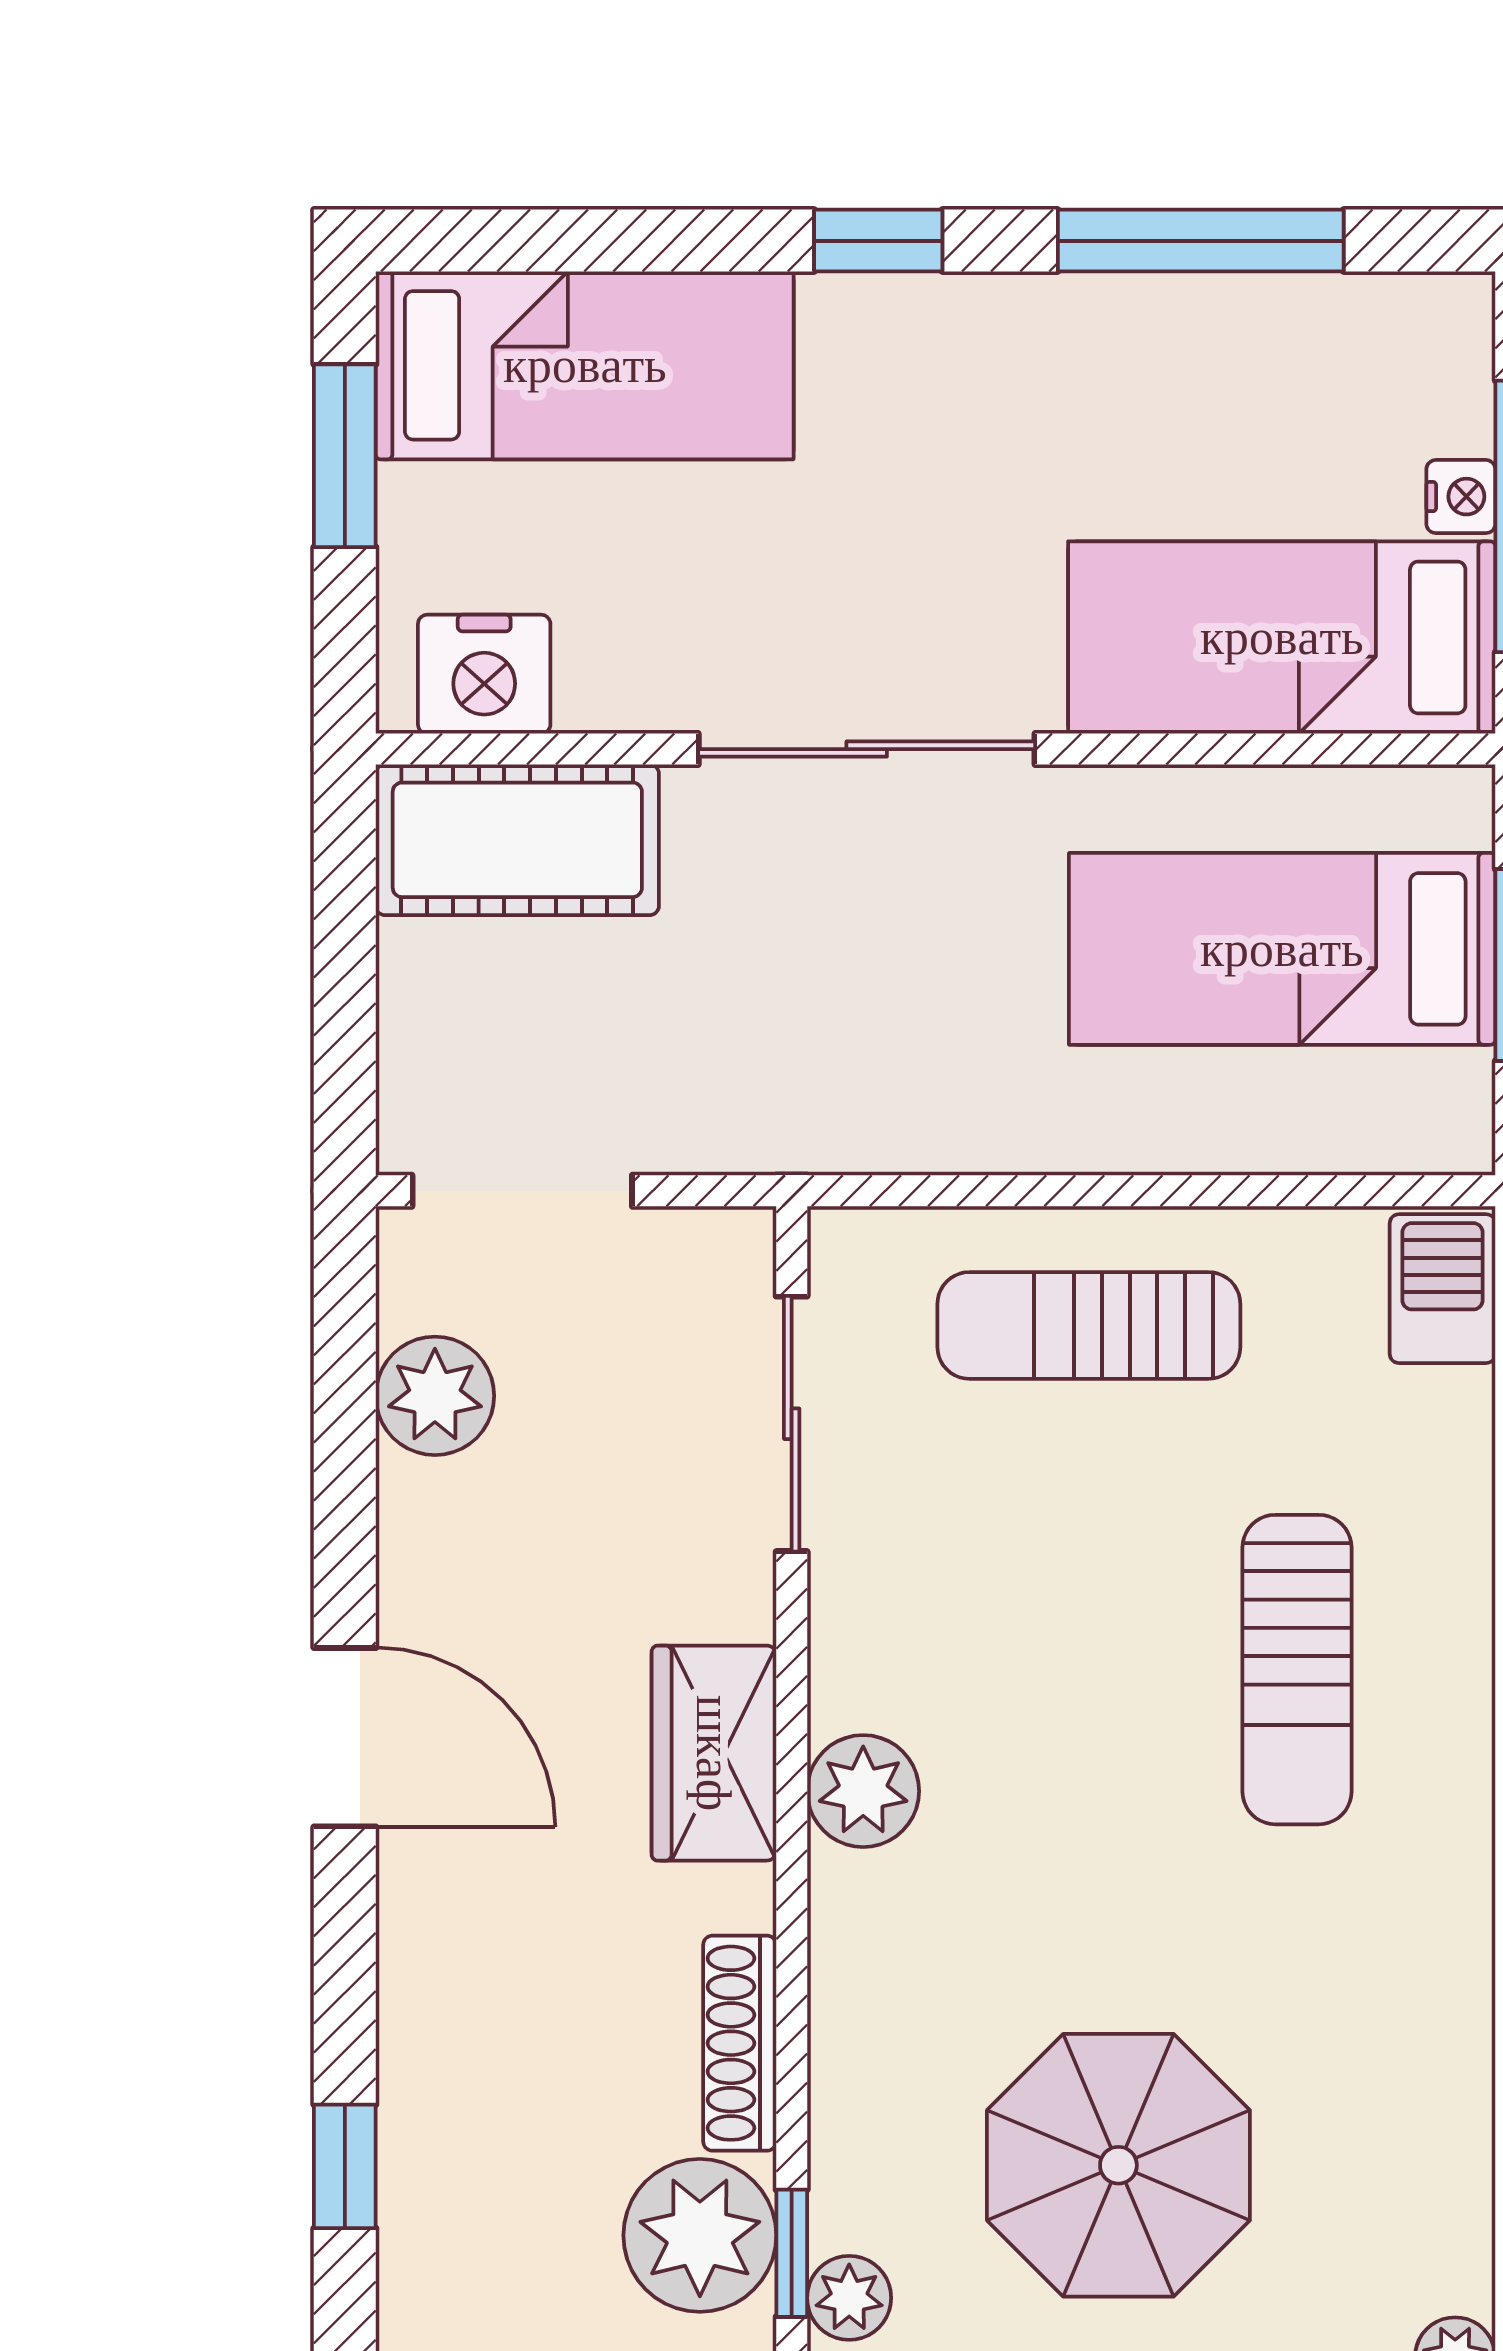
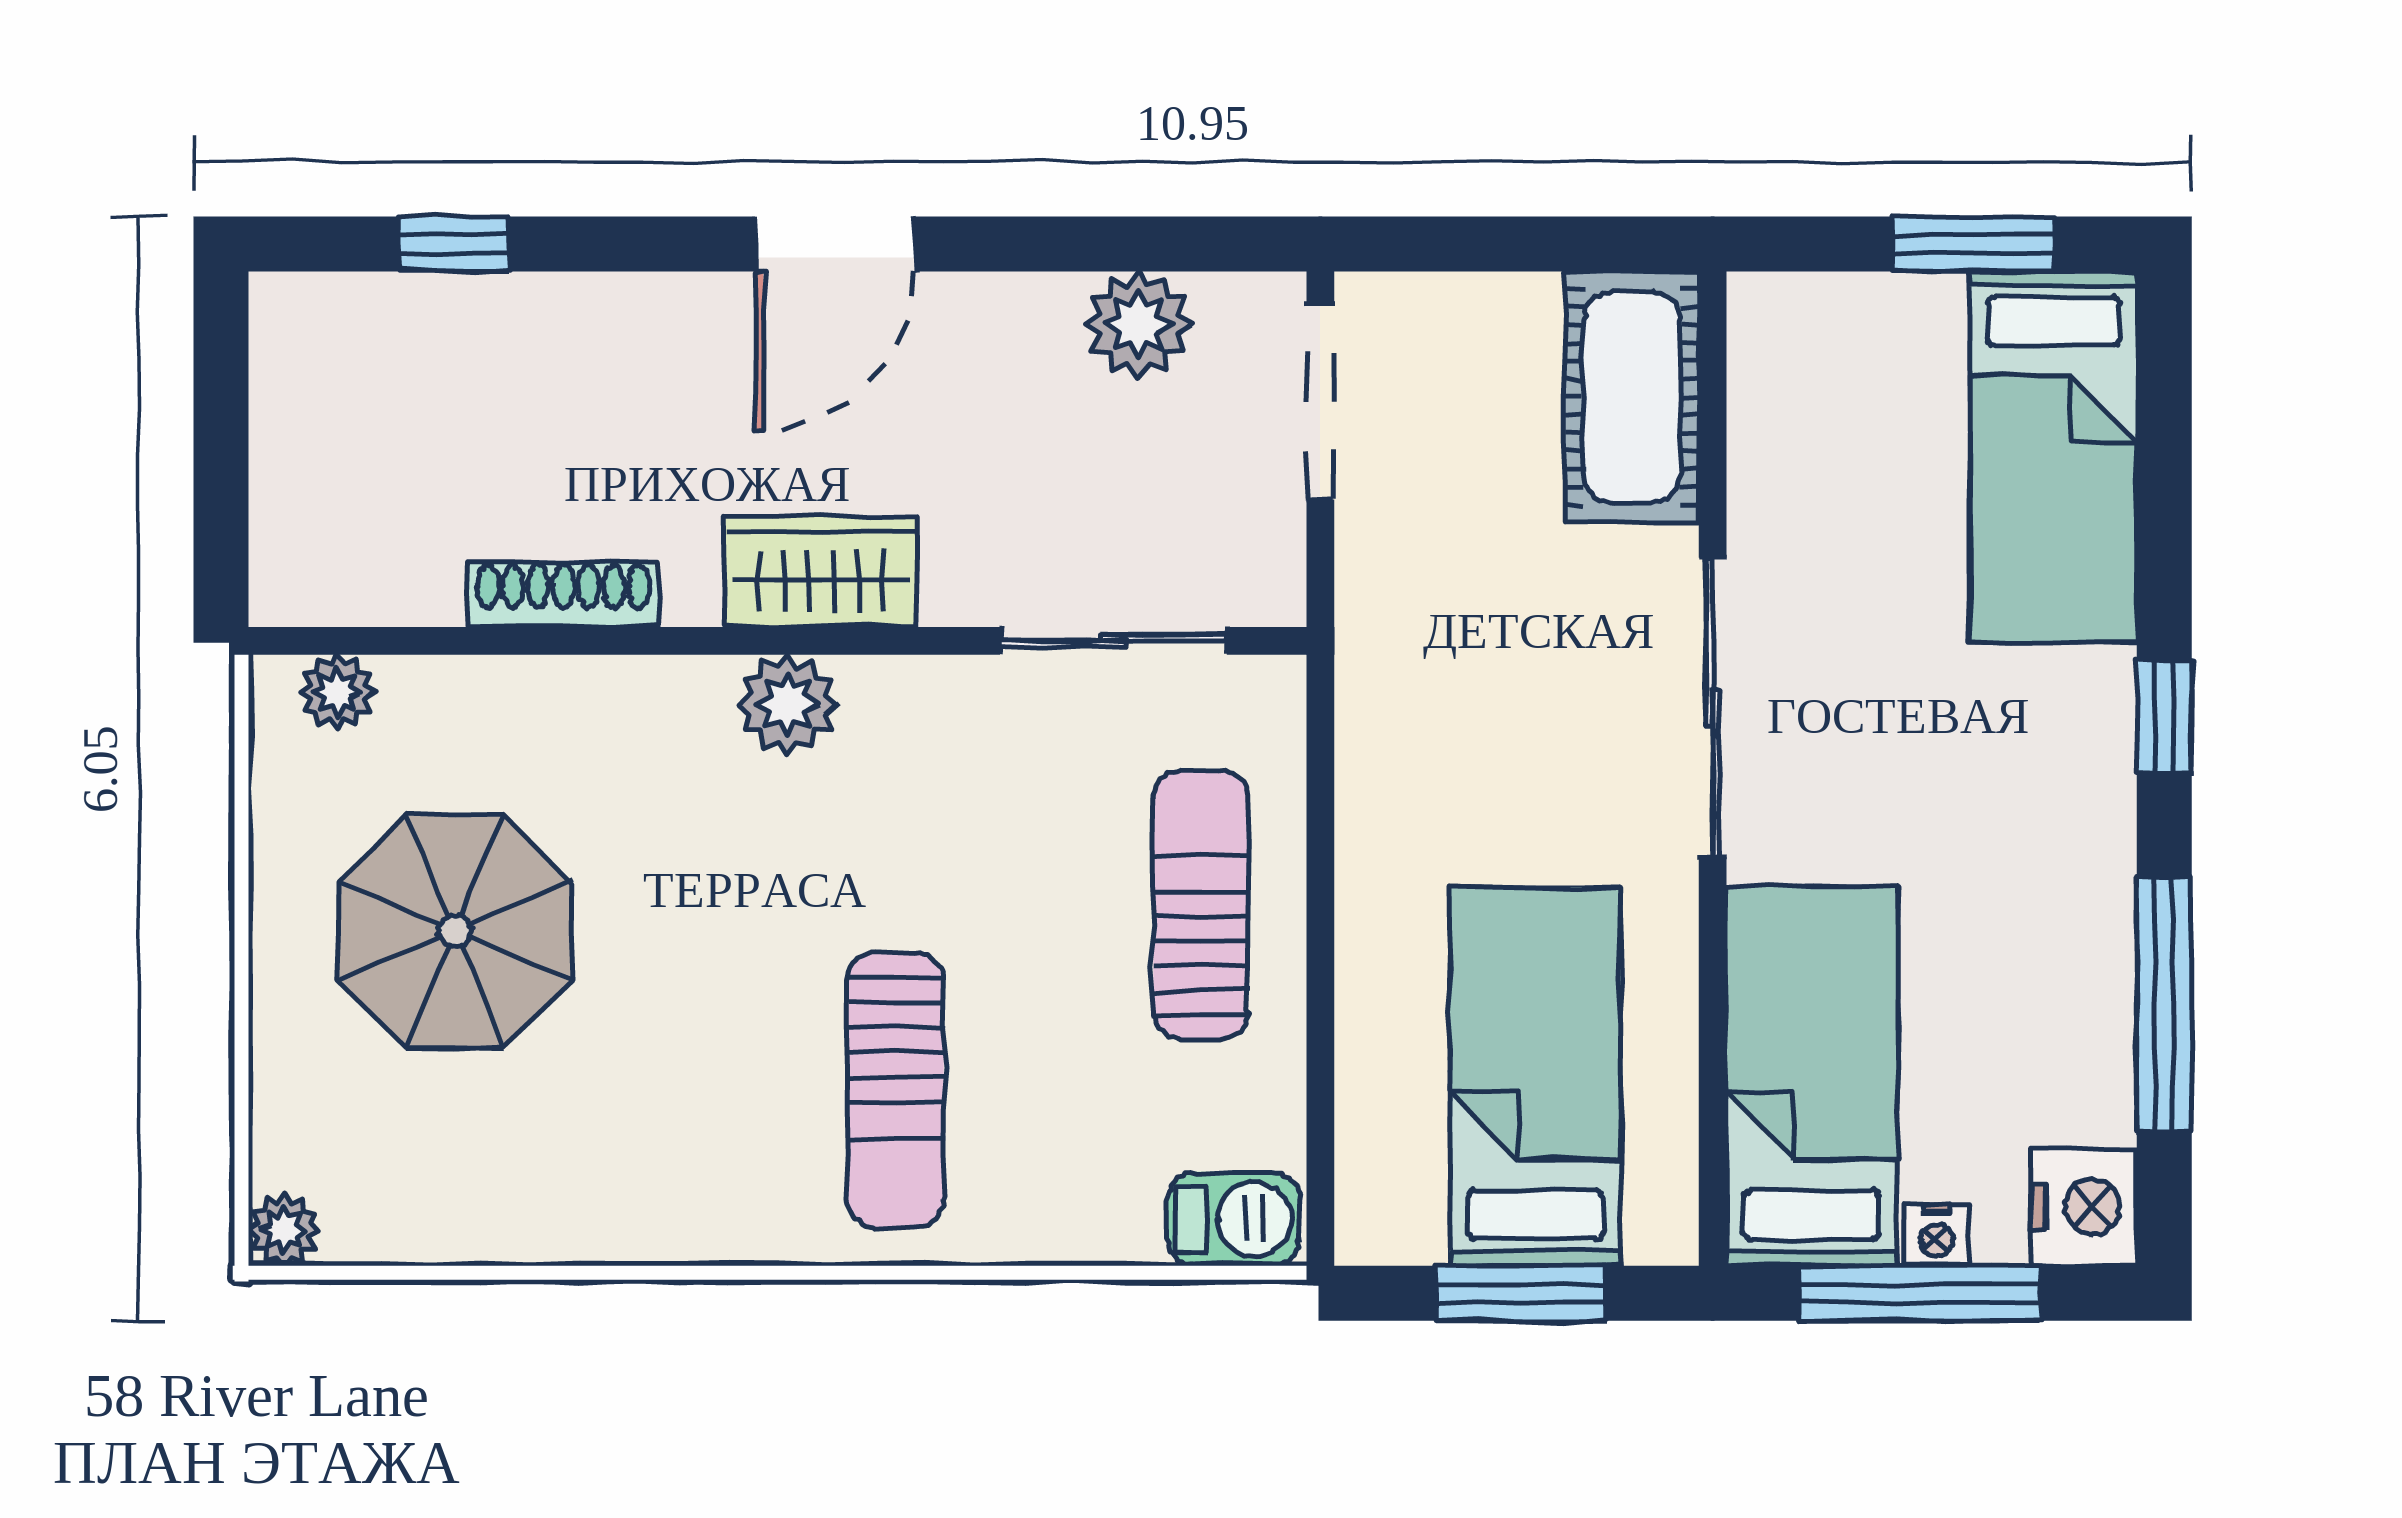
nightstand: (484, 674) -> (2084, 1207), moved, turned 180
sun lounger: (1297, 1670) -> (895, 1090), turned -90
plant: (700, 2235) -> (393, 559), removed
window: (792, 2253) -> (377, 641), removed

